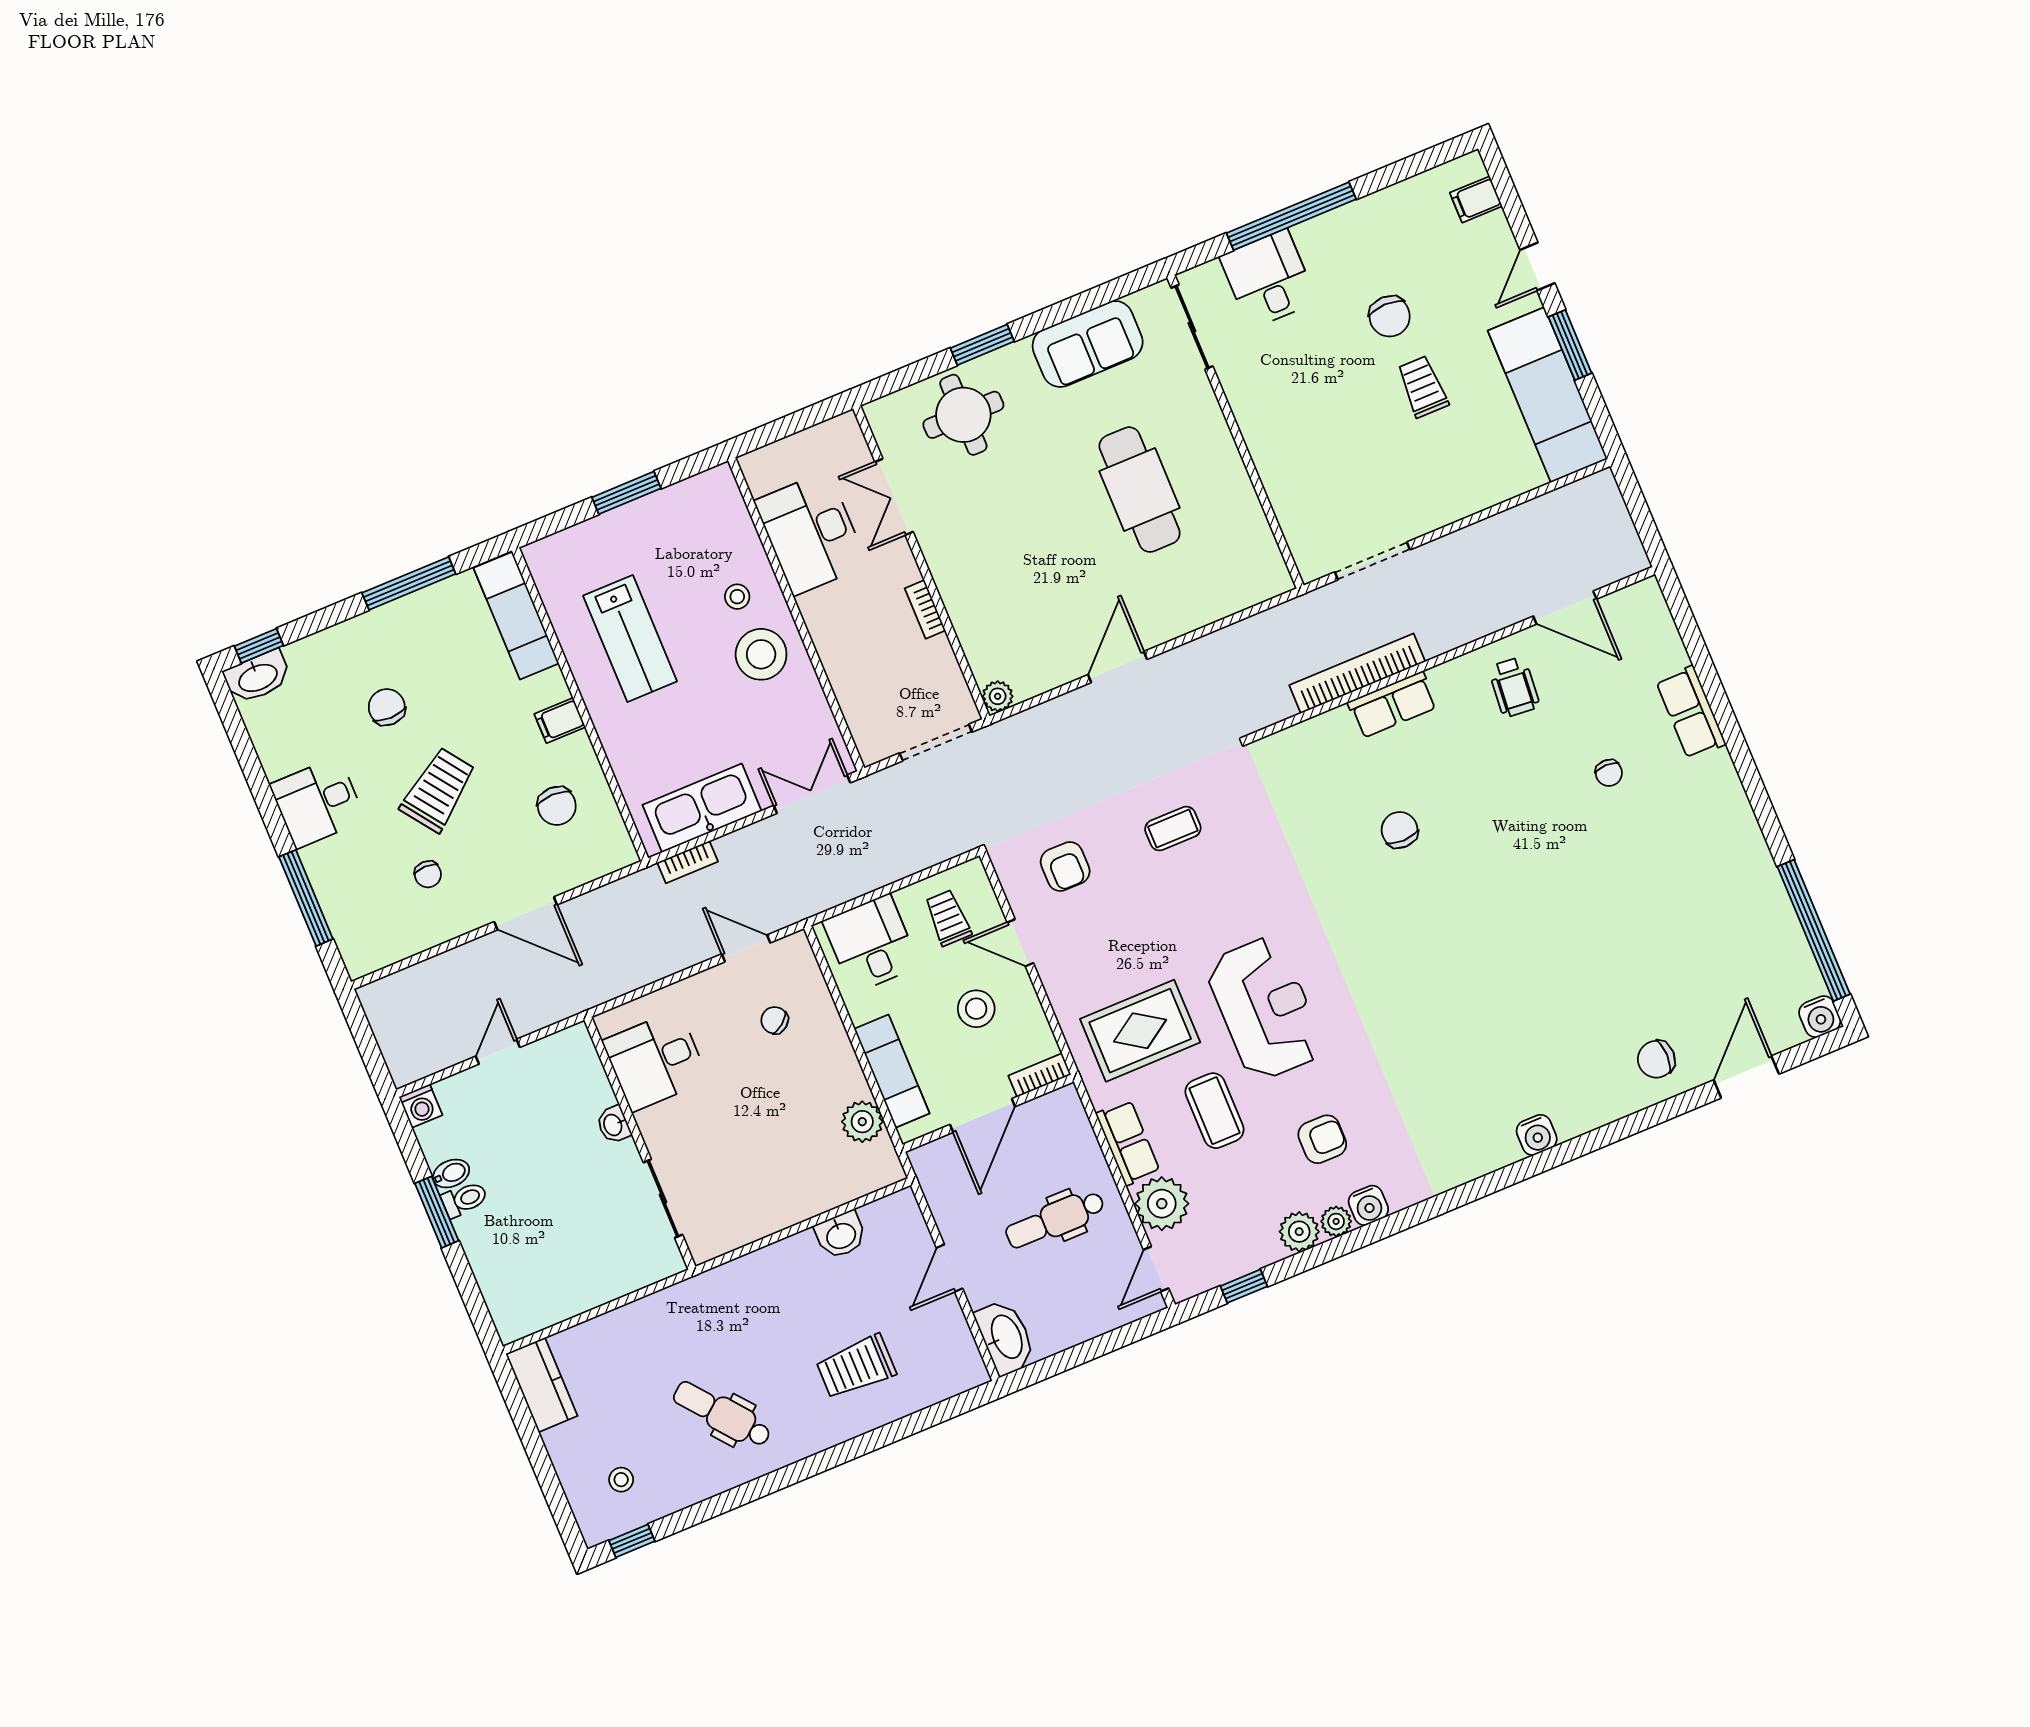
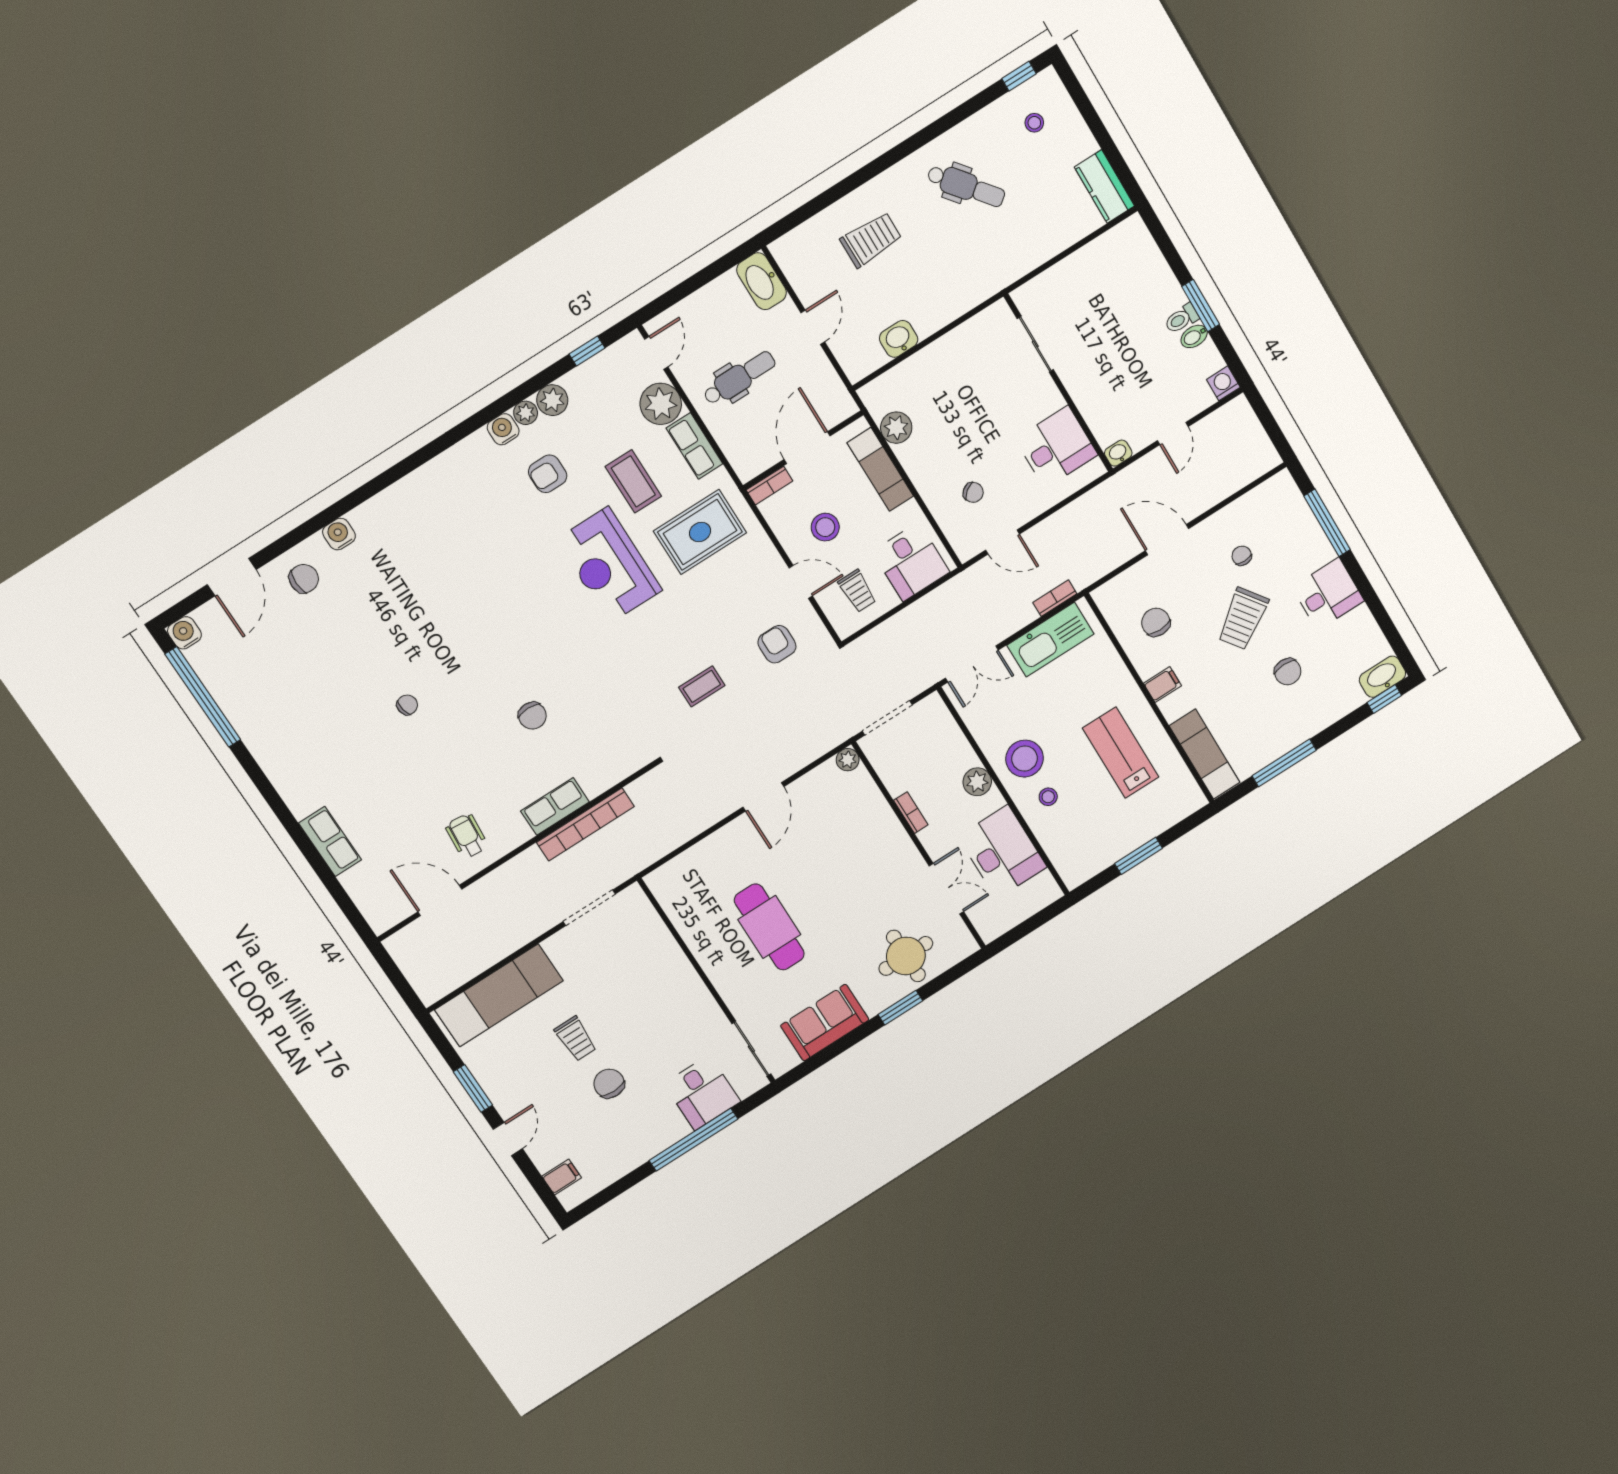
exam couch: (1548, 395) -> (499, 995), moved, turned 90
plant: (830, 635) -> (977, 782), added
chair: (1609, 773) -> (407, 705), moved, turned 80
washbasin: (614, 1125) -> (1118, 453), moved, turned -90
water cooler: (1537, 1135) -> (339, 534), moved

